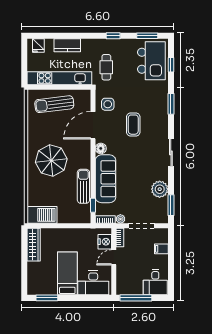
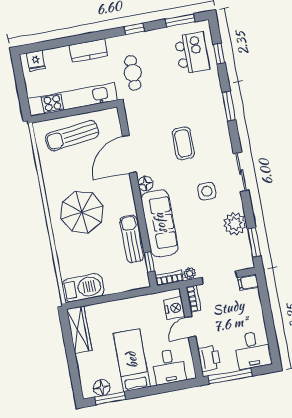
kitchen counter: (67, 45) -> (88, 51), moved
kitchen island: (151, 61) -> (192, 53), width x0.73, depth x0.78
side table: (108, 104) -> (207, 191), moved
filing cabinet: (161, 249) -> (248, 282), moved
printer: (123, 282) -> (209, 358), added
desk: (93, 283) -> (169, 367), width x0.73
floor lamp: (42, 289) -> (102, 388), added

